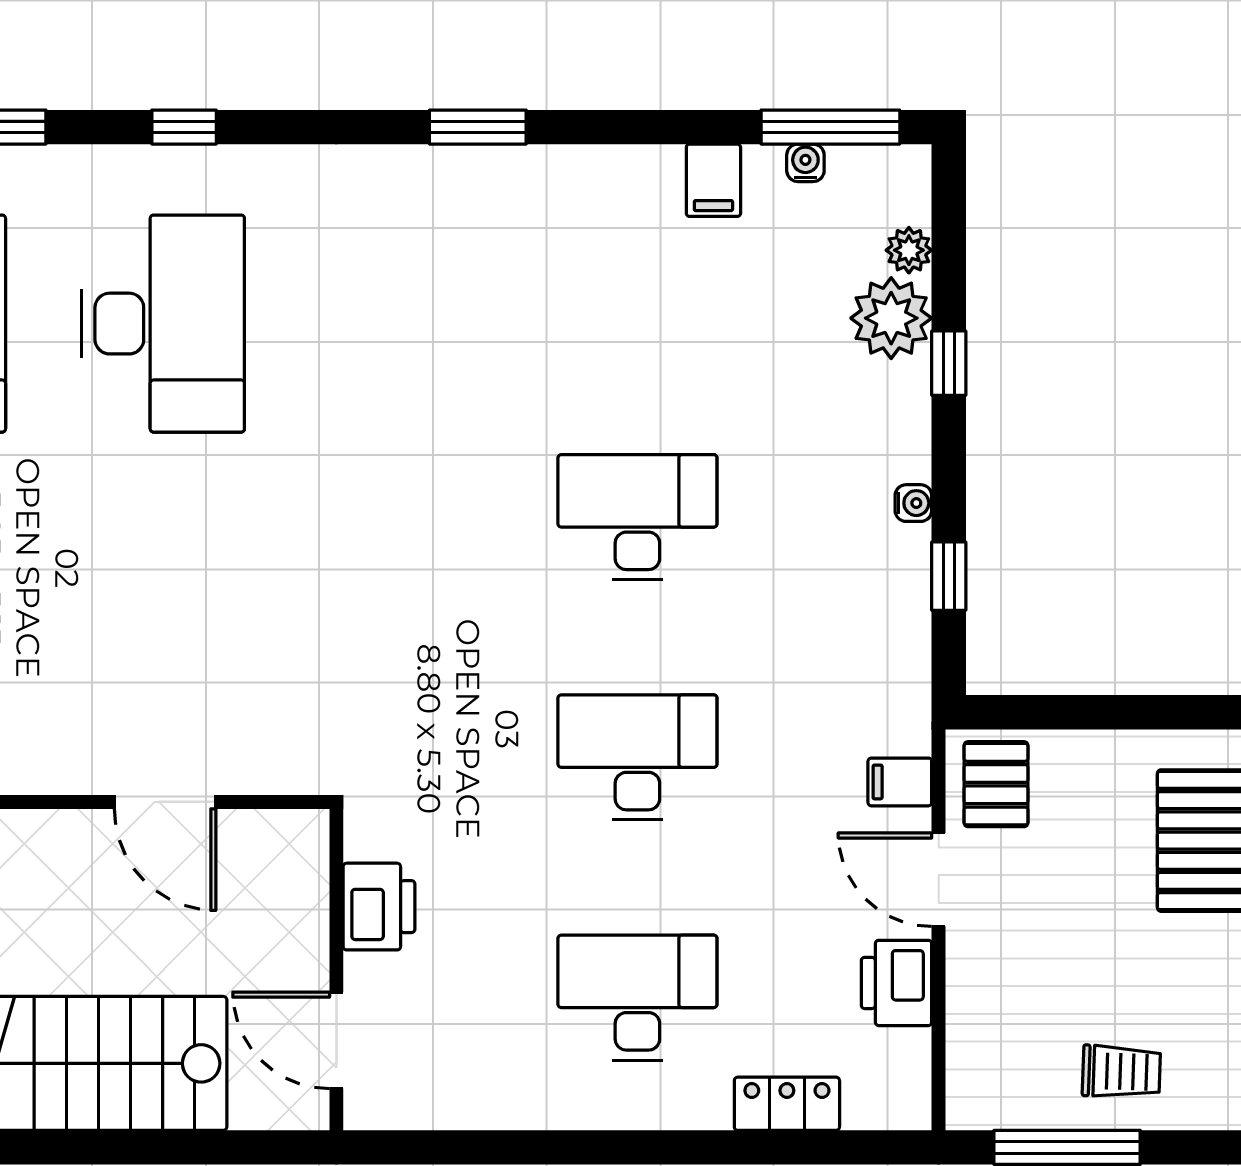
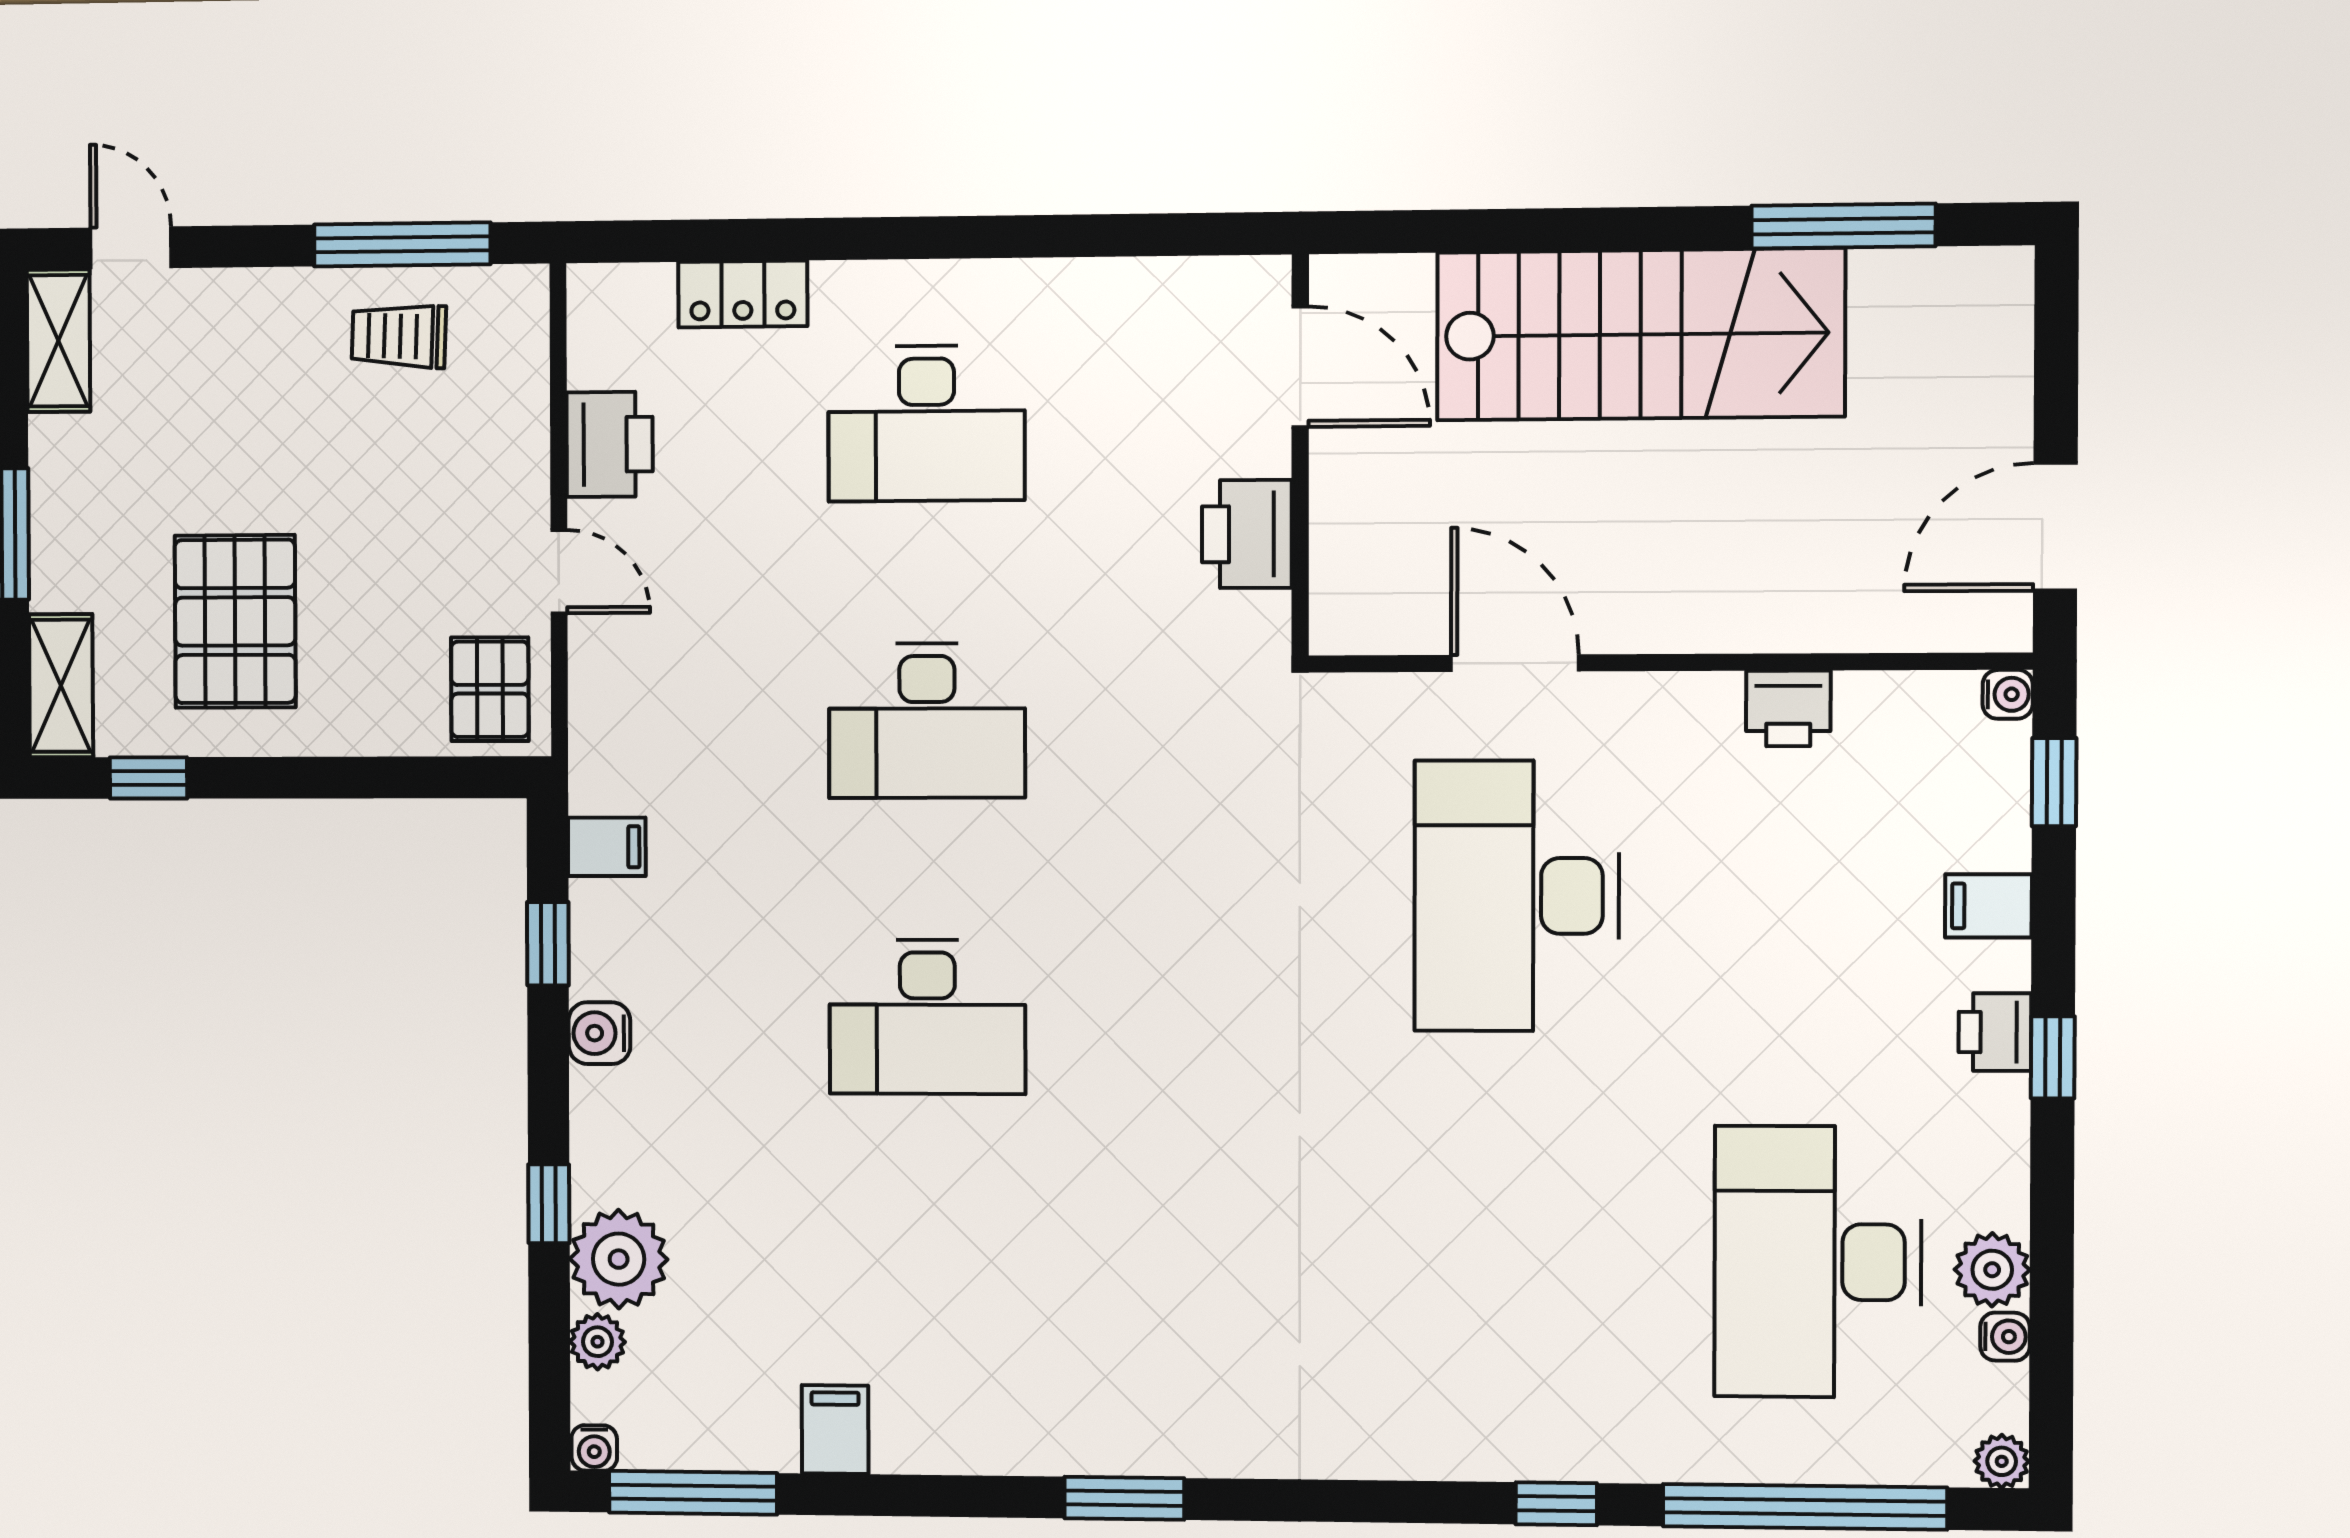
window: (184, 127) -> (1556, 1504), moved
water cooler: (805, 163) -> (594, 1448), moved
desk: (163, 324) -> (1517, 896), moved
water cooler: (913, 503) -> (599, 1033), width x1.38, depth x1.38
filing cabinet: (900, 782) -> (607, 847), moved
door: (939, 880) -> (559, 572), width x0.73
trolley: (1121, 1072) -> (399, 336), moved

